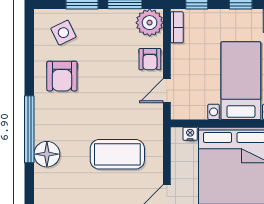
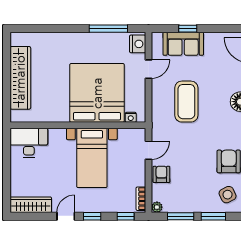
plant: (150, 23) -> (157, 207), width x0.53, depth x0.53
coffee table: (117, 154) -> (186, 102), turned 90

